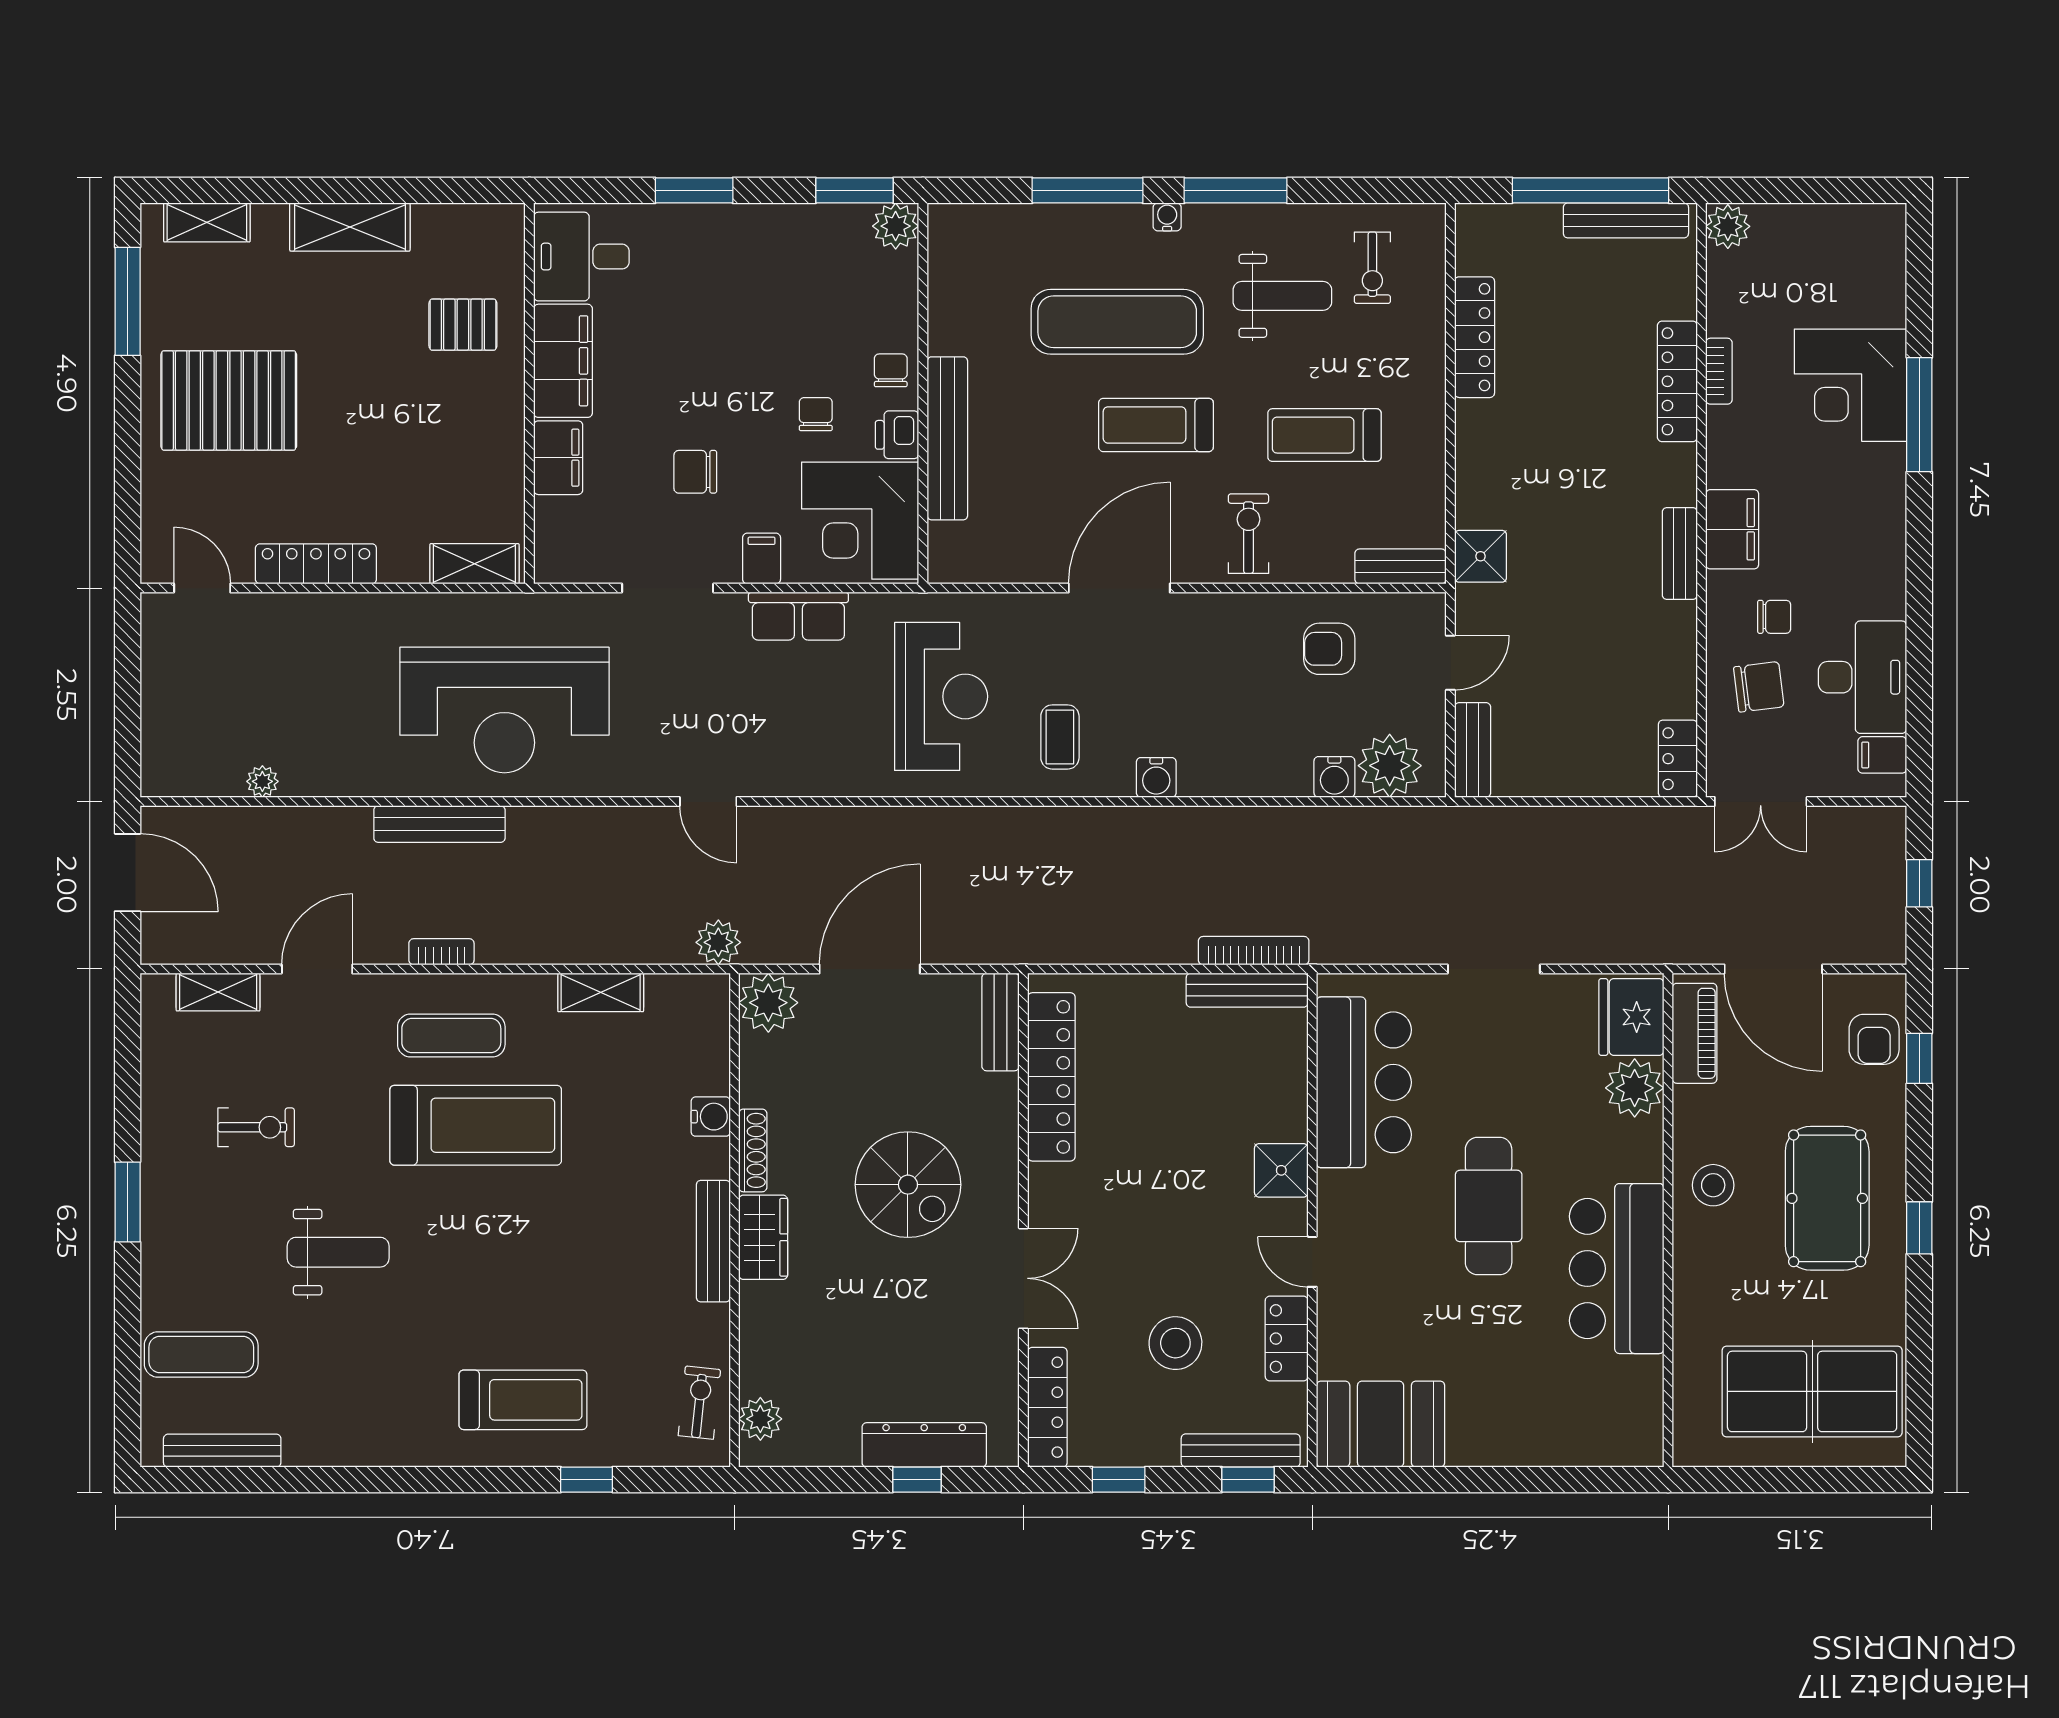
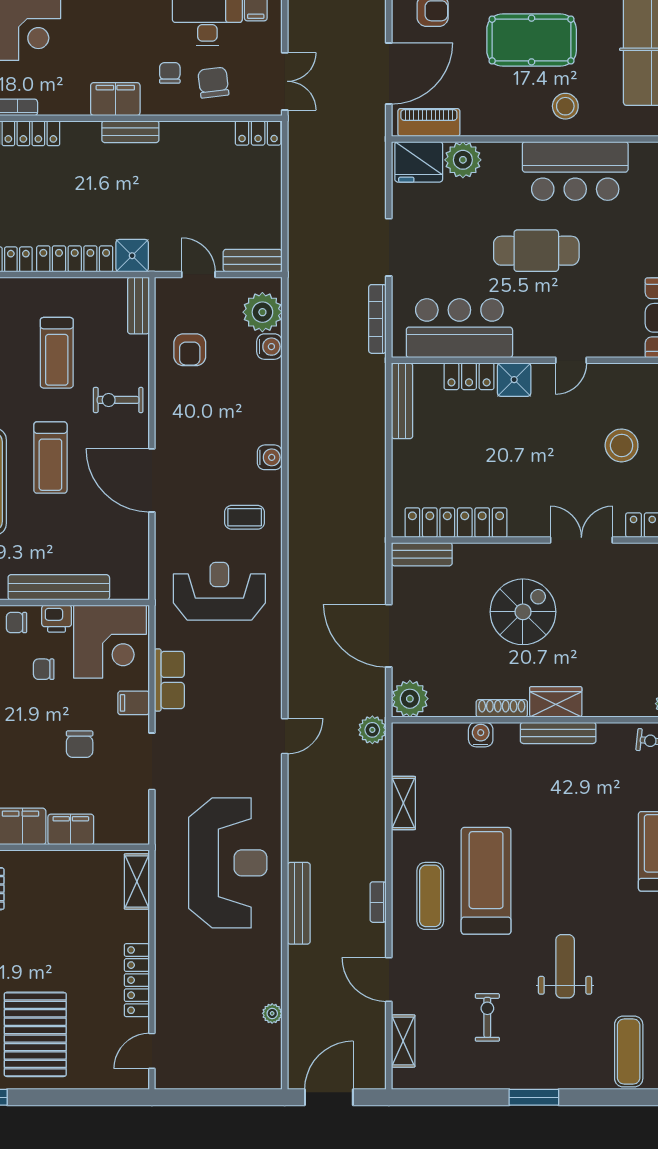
locker: (1475, 464) -> (75, 259), added
bookcase: (1254, 951) -> (377, 319), moved
stool: (1713, 1185) -> (565, 106), moved
locker: (1287, 1339) -> (469, 376), moved

